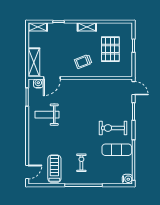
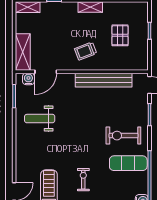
pallet: (110, 49) -> (120, 35), width x0.67, depth x0.71
bench: (97, 84) -> (104, 80), added

